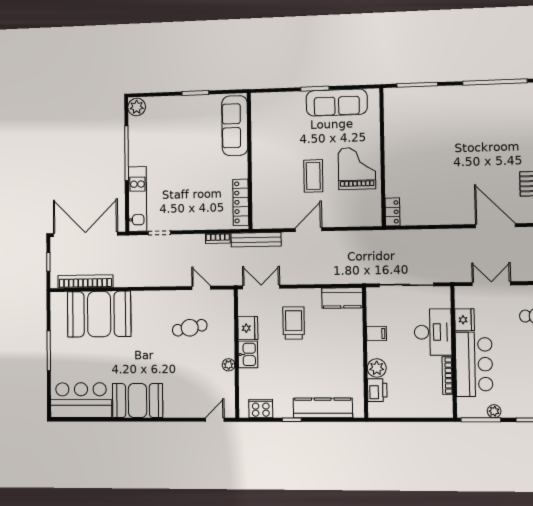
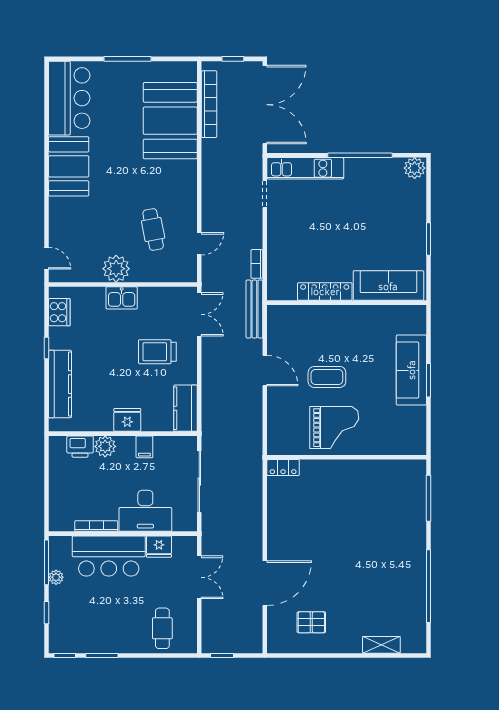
sofa: (337, 103) -> (411, 370), moved
locker: (241, 202) -> (325, 291), moved
trolley: (294, 323) -> (157, 352), turned 180
fridge: (248, 328) -> (127, 420), moved, turned 180
plant: (229, 365) -> (116, 269), width x1.88, depth x1.88

